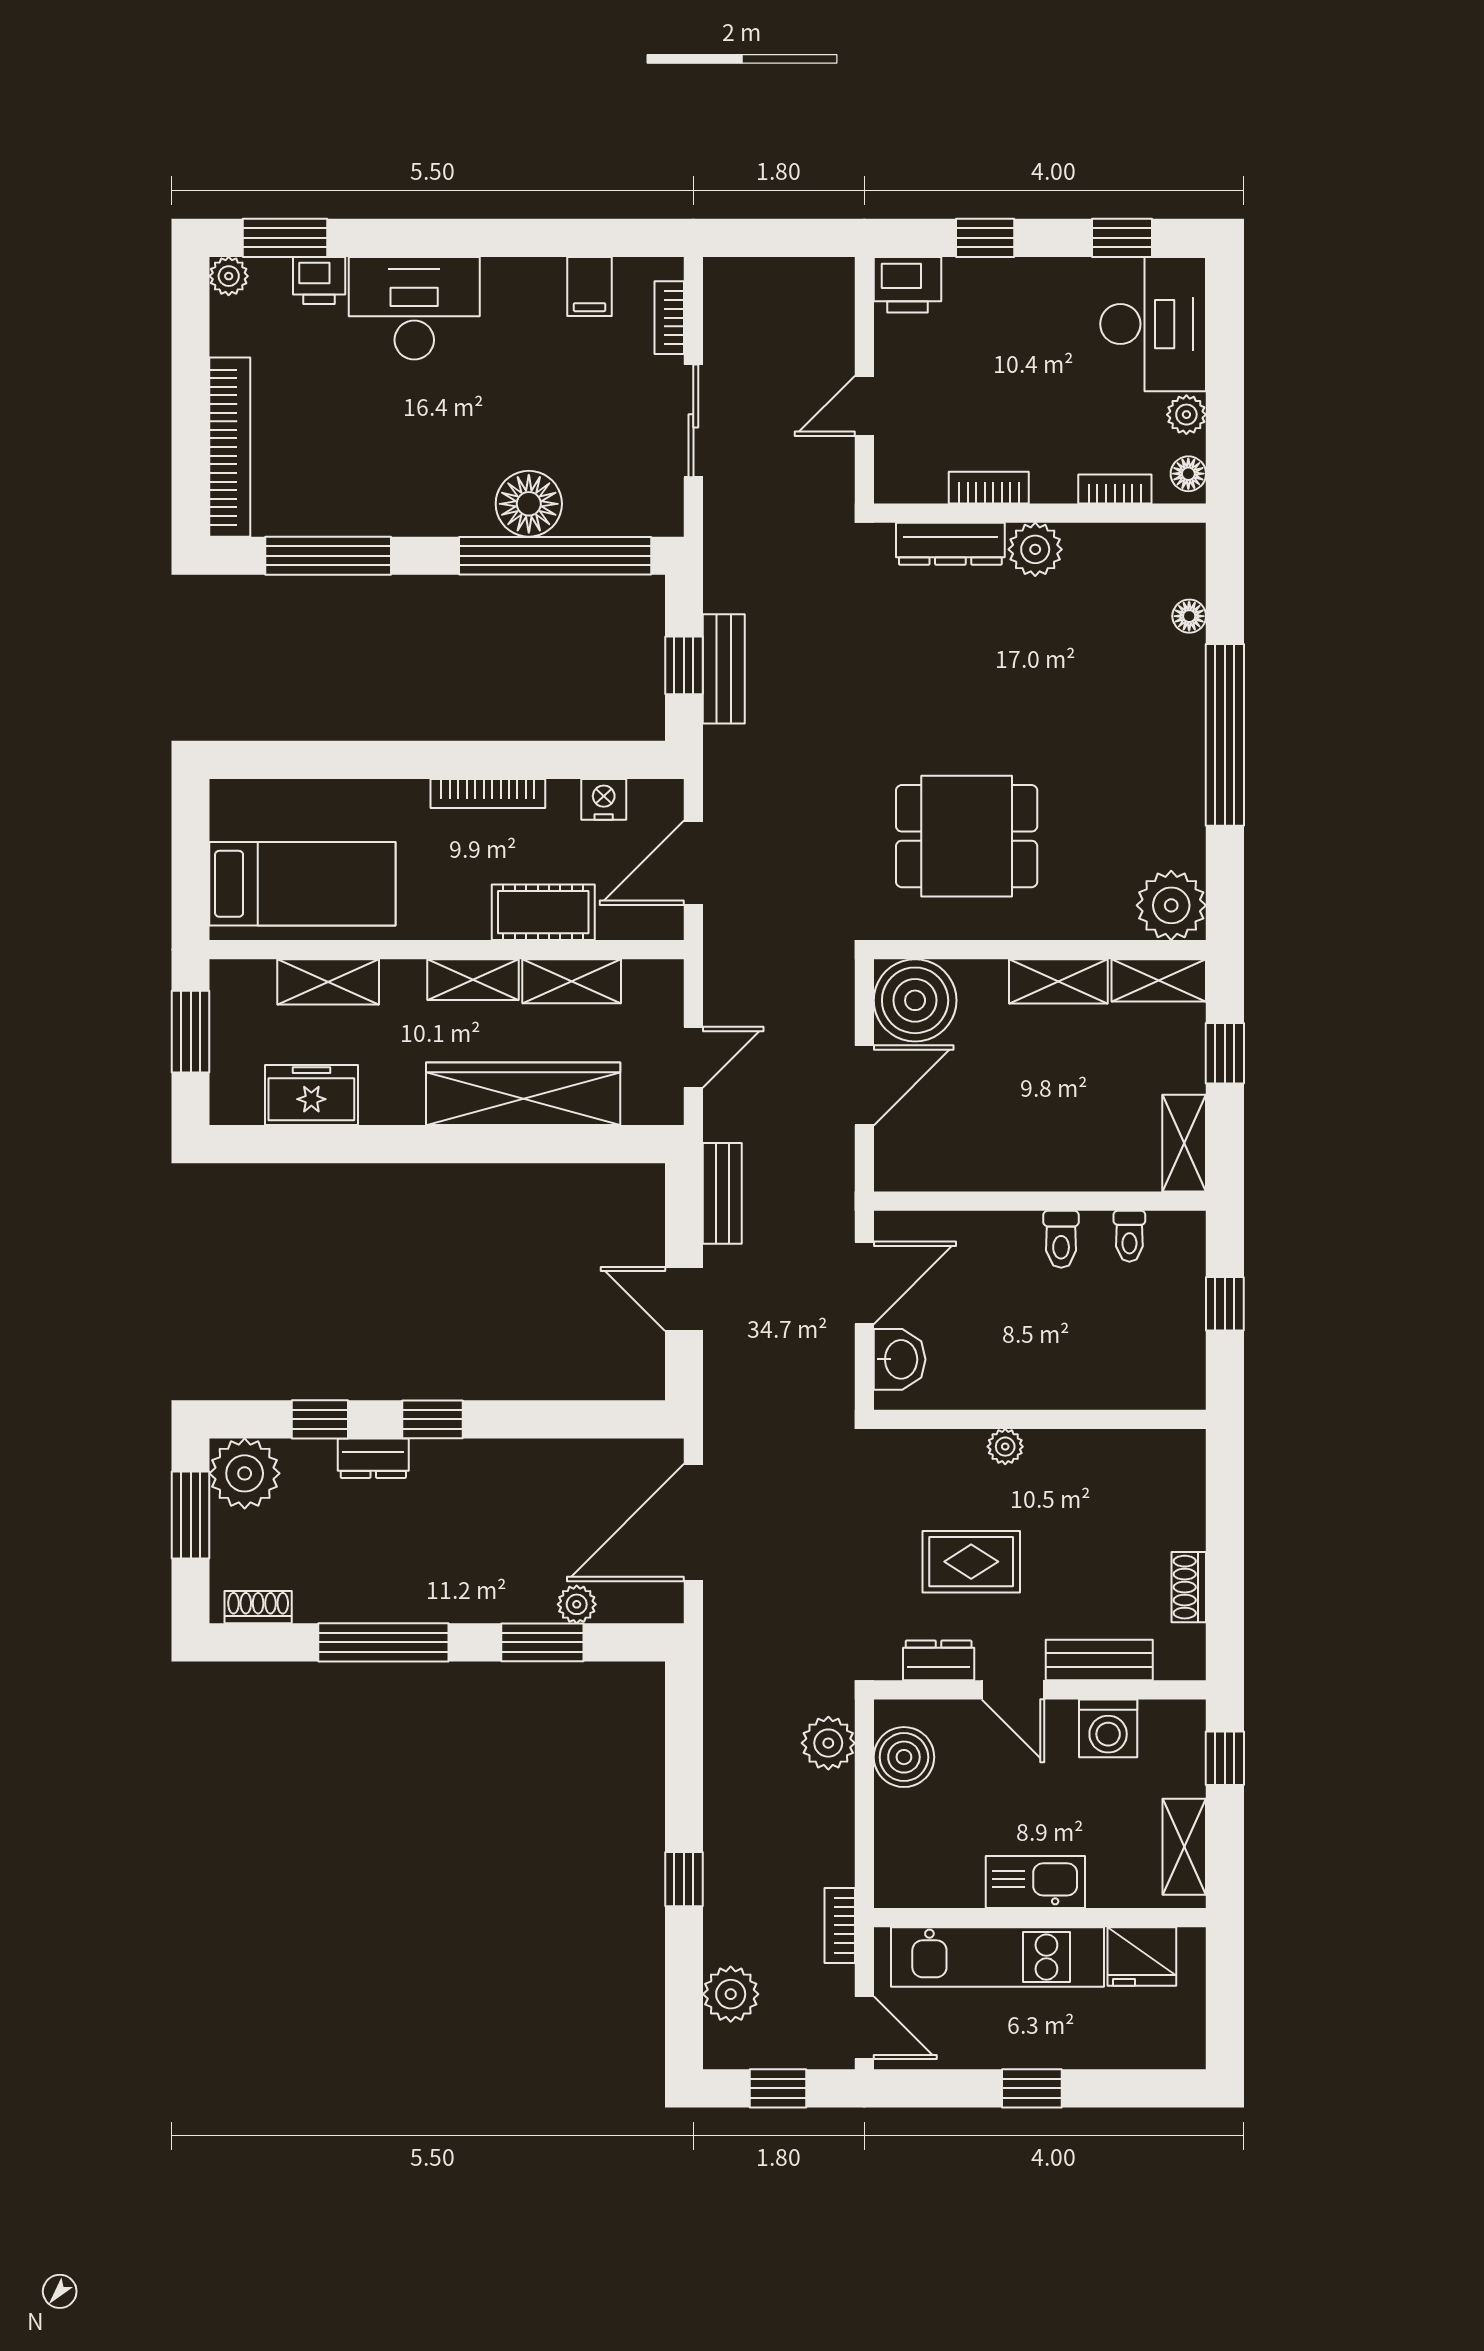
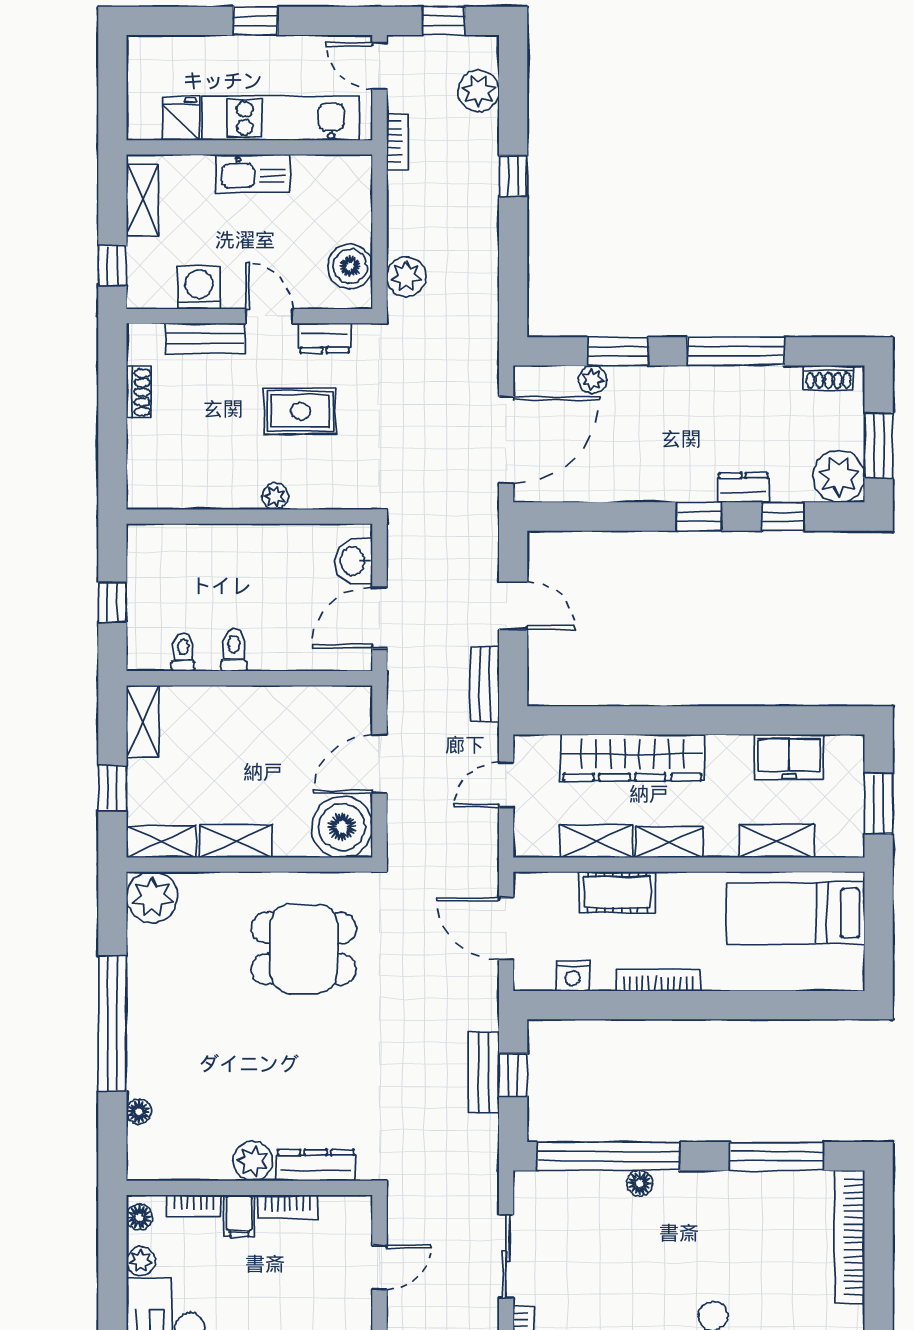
filing cabinet: (1054, 475) -> (239, 1216), added
floor lamp: (529, 504) -> (640, 1183), width x0.53, depth x0.53
door: (693, 863) -> (506, 929), swing flipped
fridge: (1142, 1957) -> (181, 119), width x0.72

